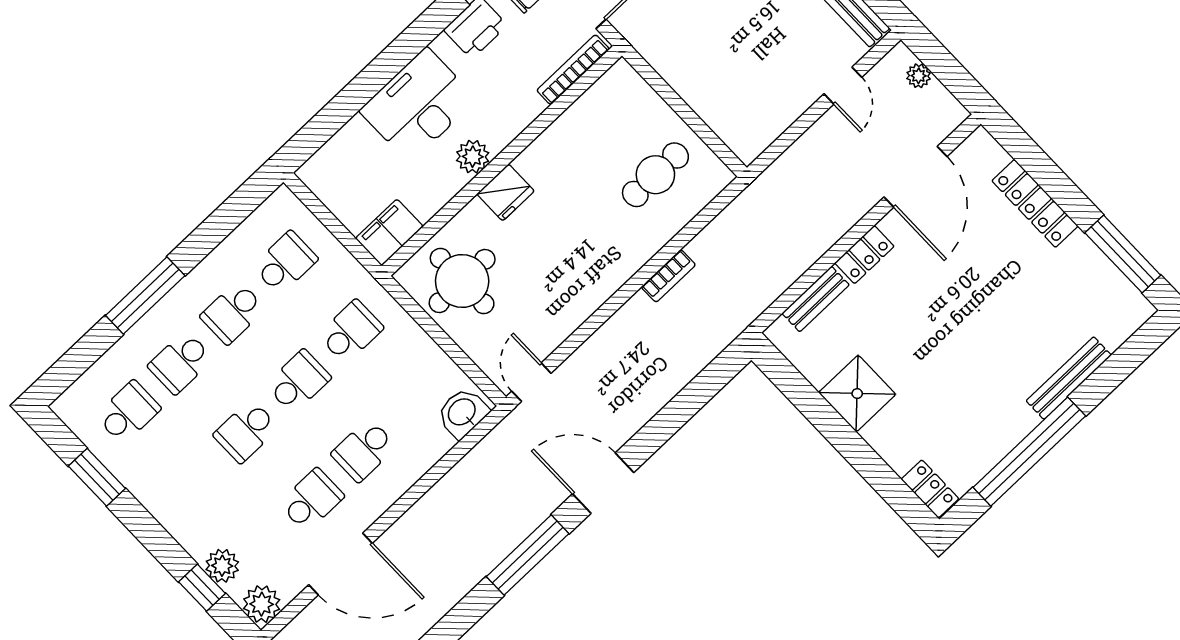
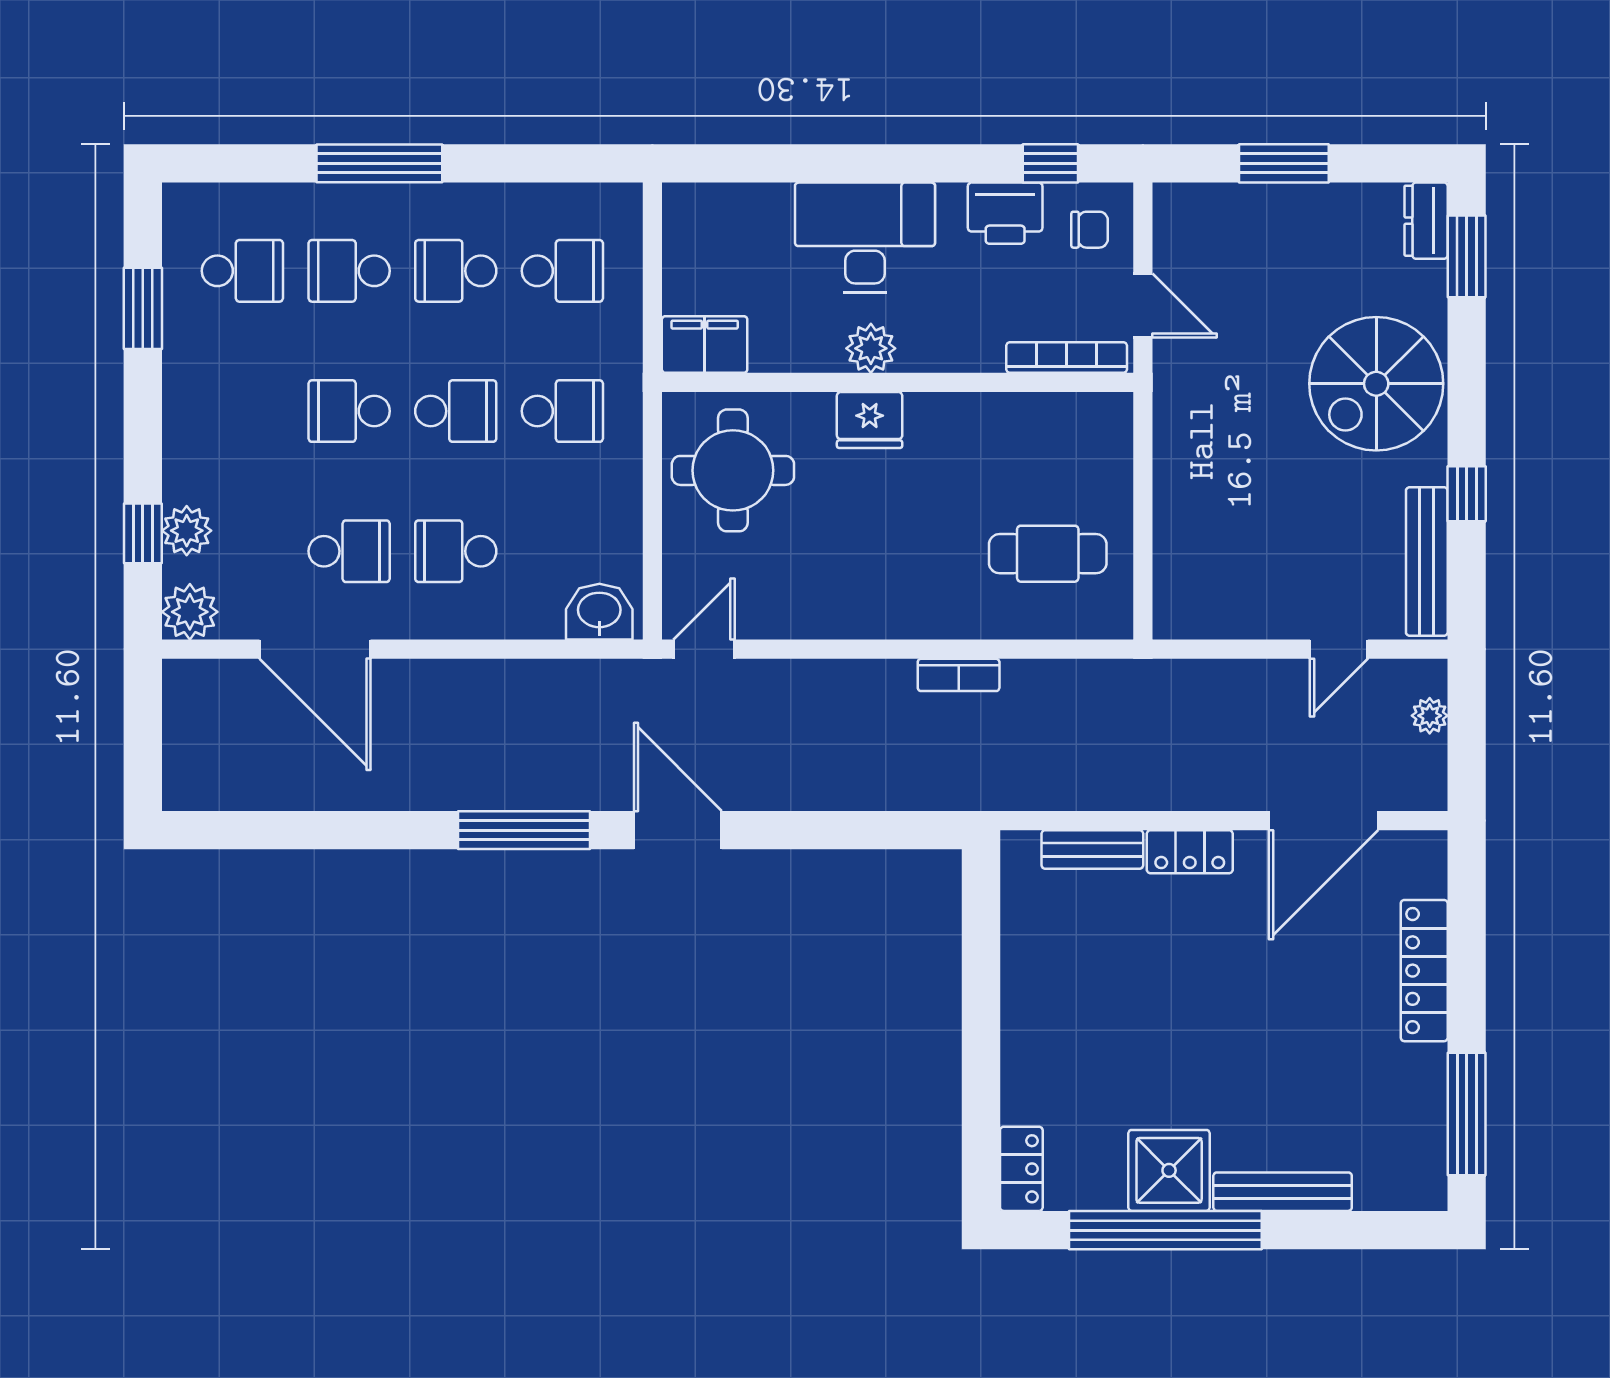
shower: (857, 394) -> (1169, 1170), moved

